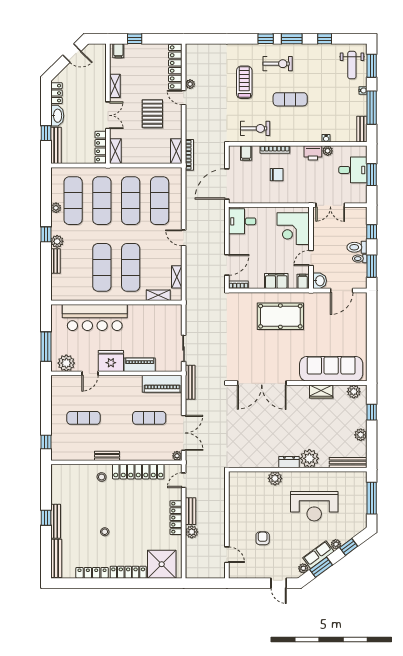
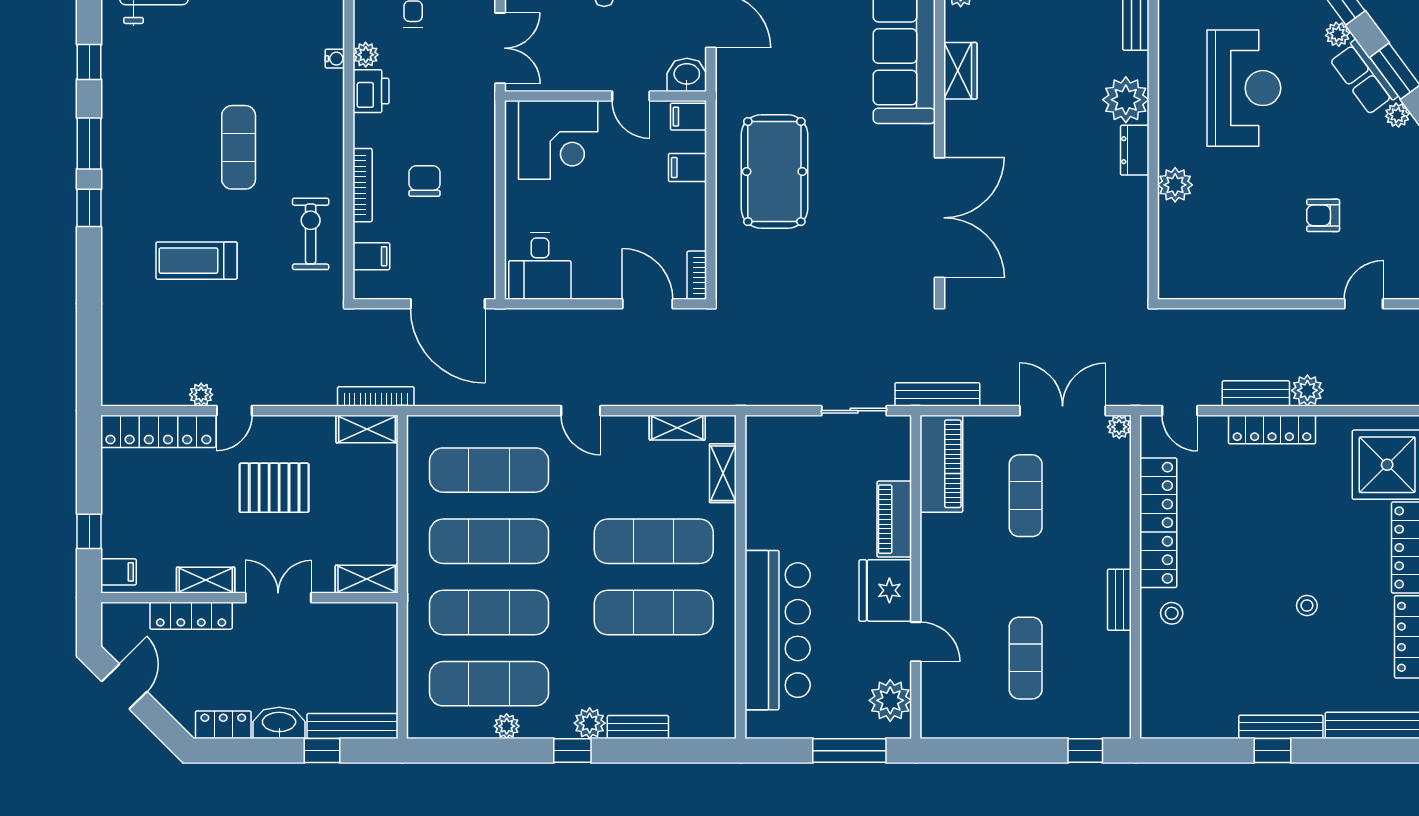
exercise bike: (278, 64) -> (151, 179), removed
locker: (101, 147) -> (191, 616), moved
door: (184, 238) -> (581, 411), hinge flipped
filing cabinet: (276, 281) -> (688, 168), width x0.50

